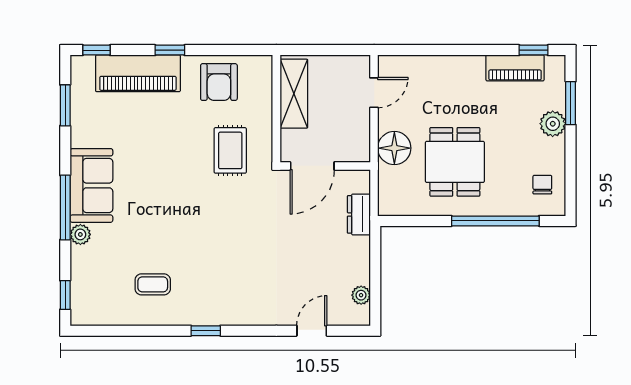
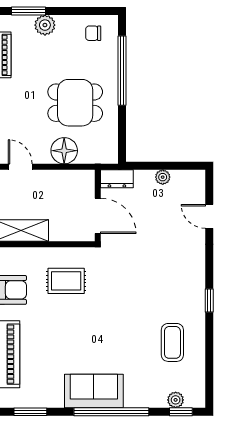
door: (312, 166) -> (98, 216), moved
wall: (325, 166) -> (98, 206), moved
window: (65, 208) -> (111, 412), width x1.46
plant: (80, 234) -> (176, 400), moved
coffee table: (153, 284) -> (172, 342), width x1.36, depth x1.30
plant: (361, 295) -> (163, 177), moved

